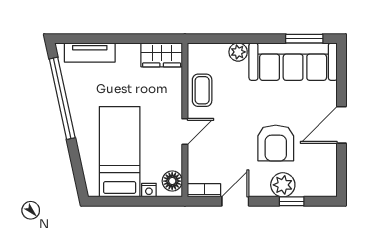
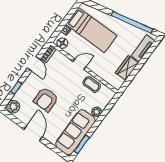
wardrobe: (162, 55) -> (127, 68), moved
door: (185, 132) -> (79, 64), swing flipped
armchair: (276, 143) -> (46, 99), turned -90
plant: (283, 185) -> (13, 107), moved

